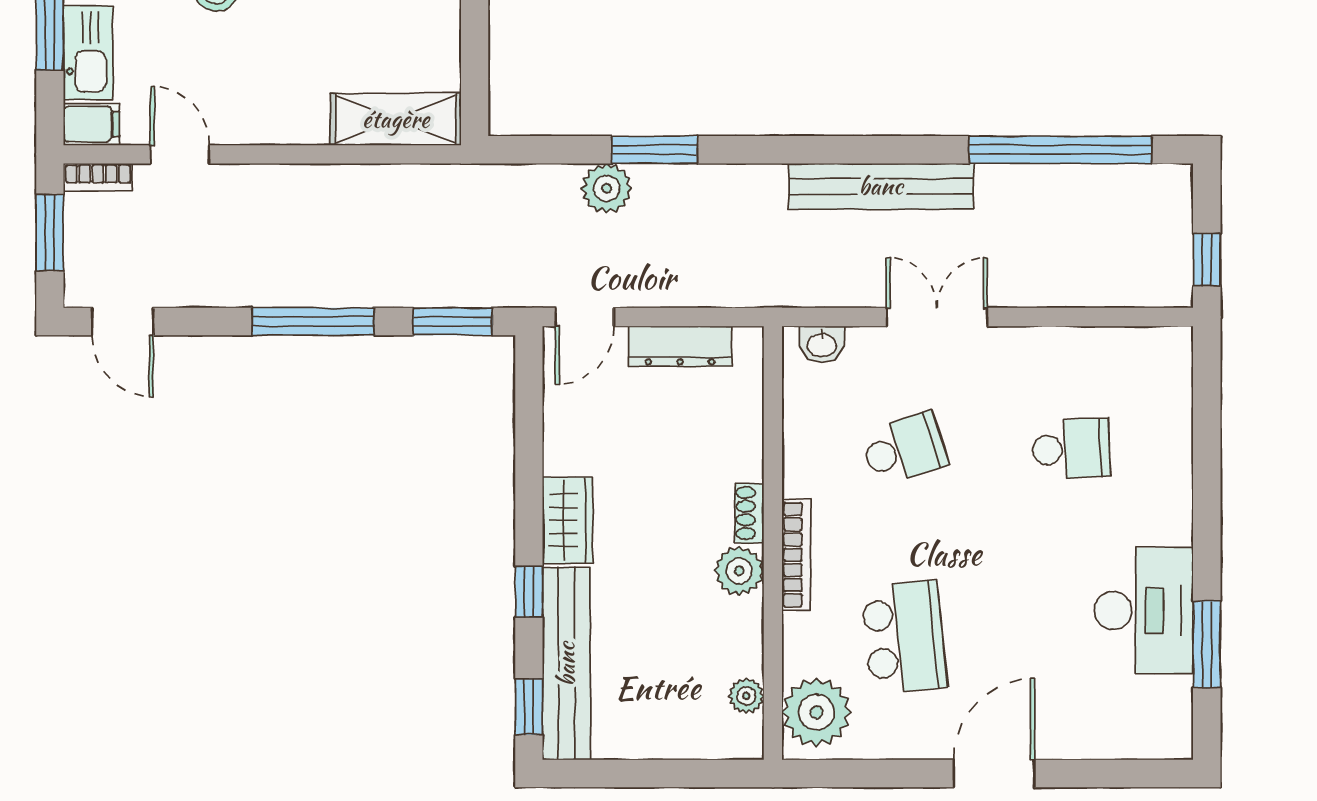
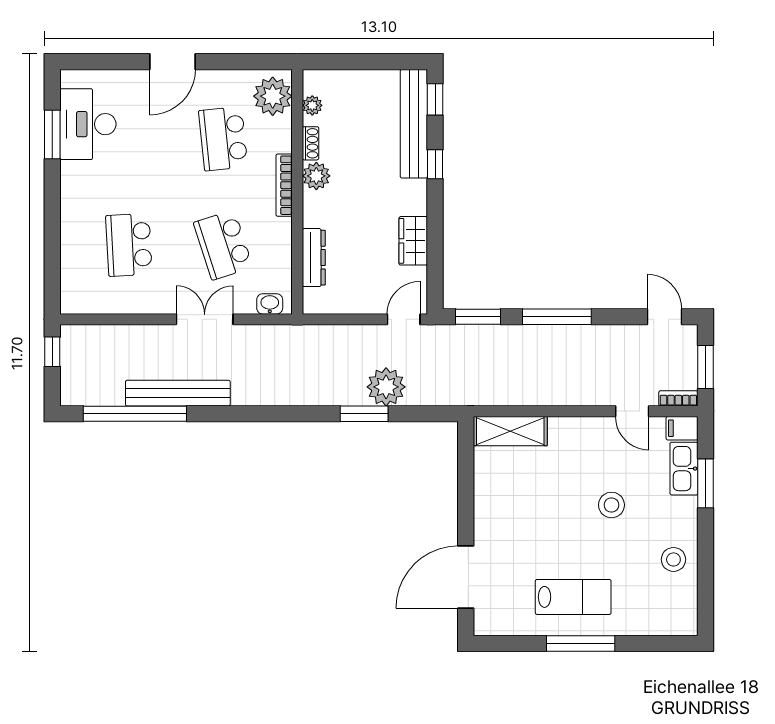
bench: (881, 186) -> (178, 393), moved
plant: (607, 188) -> (386, 387), width x1.36, depth x1.36
double door: (937, 317) -> (205, 319), swing flipped
dresser: (680, 346) -> (314, 258), moved, turned 90
school desk: (904, 449) -> (223, 245), width x1.85
school desk: (1071, 449) -> (129, 245), width x1.85
shoe rack: (749, 513) -> (310, 143), moved
wardrobe: (567, 520) -> (413, 241), moved
desk: (1144, 611) -> (88, 124), moved

